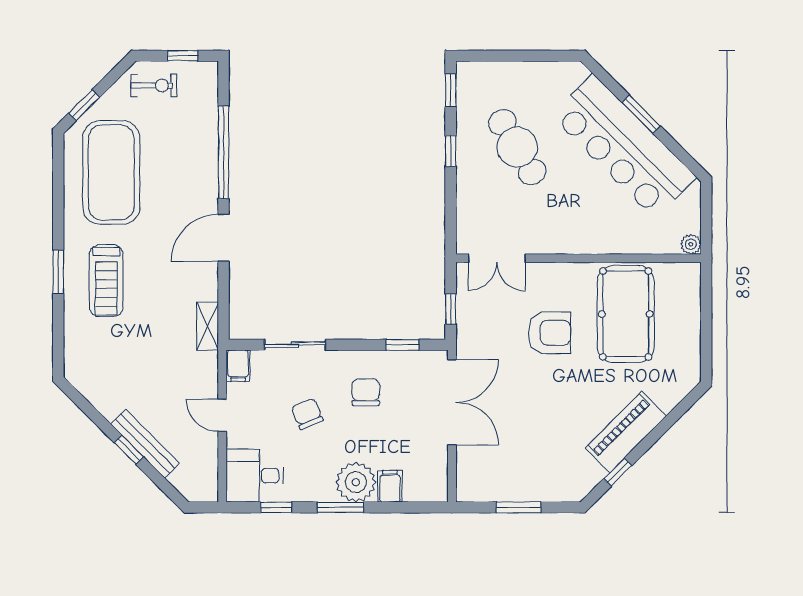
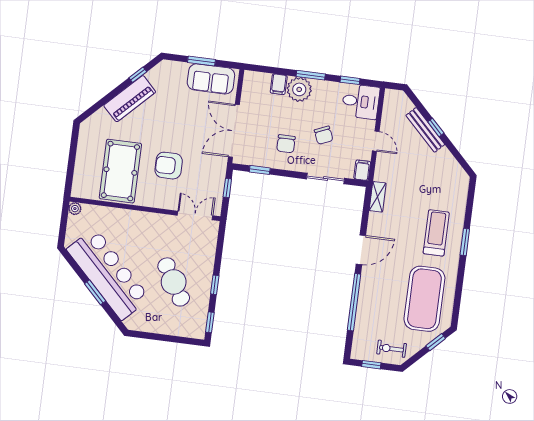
sofa: (500, 481) -> (211, 79), added

